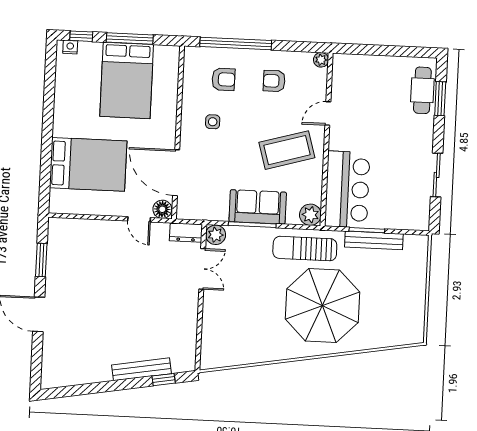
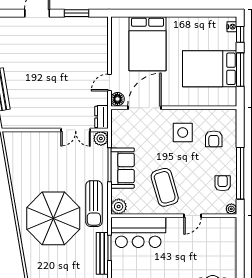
window: (236, 44) -> (240, 173), moved
armchair: (274, 81) -> (223, 183), moved
door: (328, 113) -> (193, 216), swing flipped
side table: (213, 122) -> (183, 133), width x1.87, depth x1.87
sun lounger: (305, 249) -> (94, 204), turned 180

